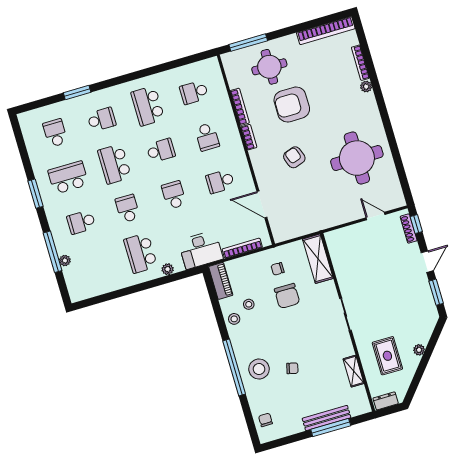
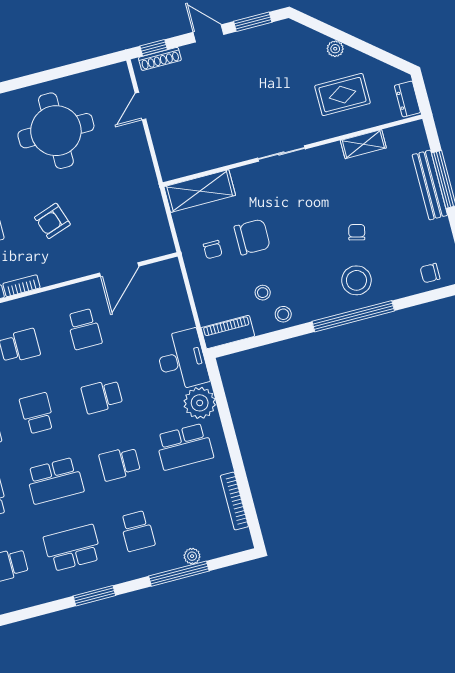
school desk: (68, 178) -> (72, 548), turned 90
bookcase: (242, 248) -> (234, 501), moved
plant: (168, 269) -> (200, 403), width x1.87, depth x1.87

